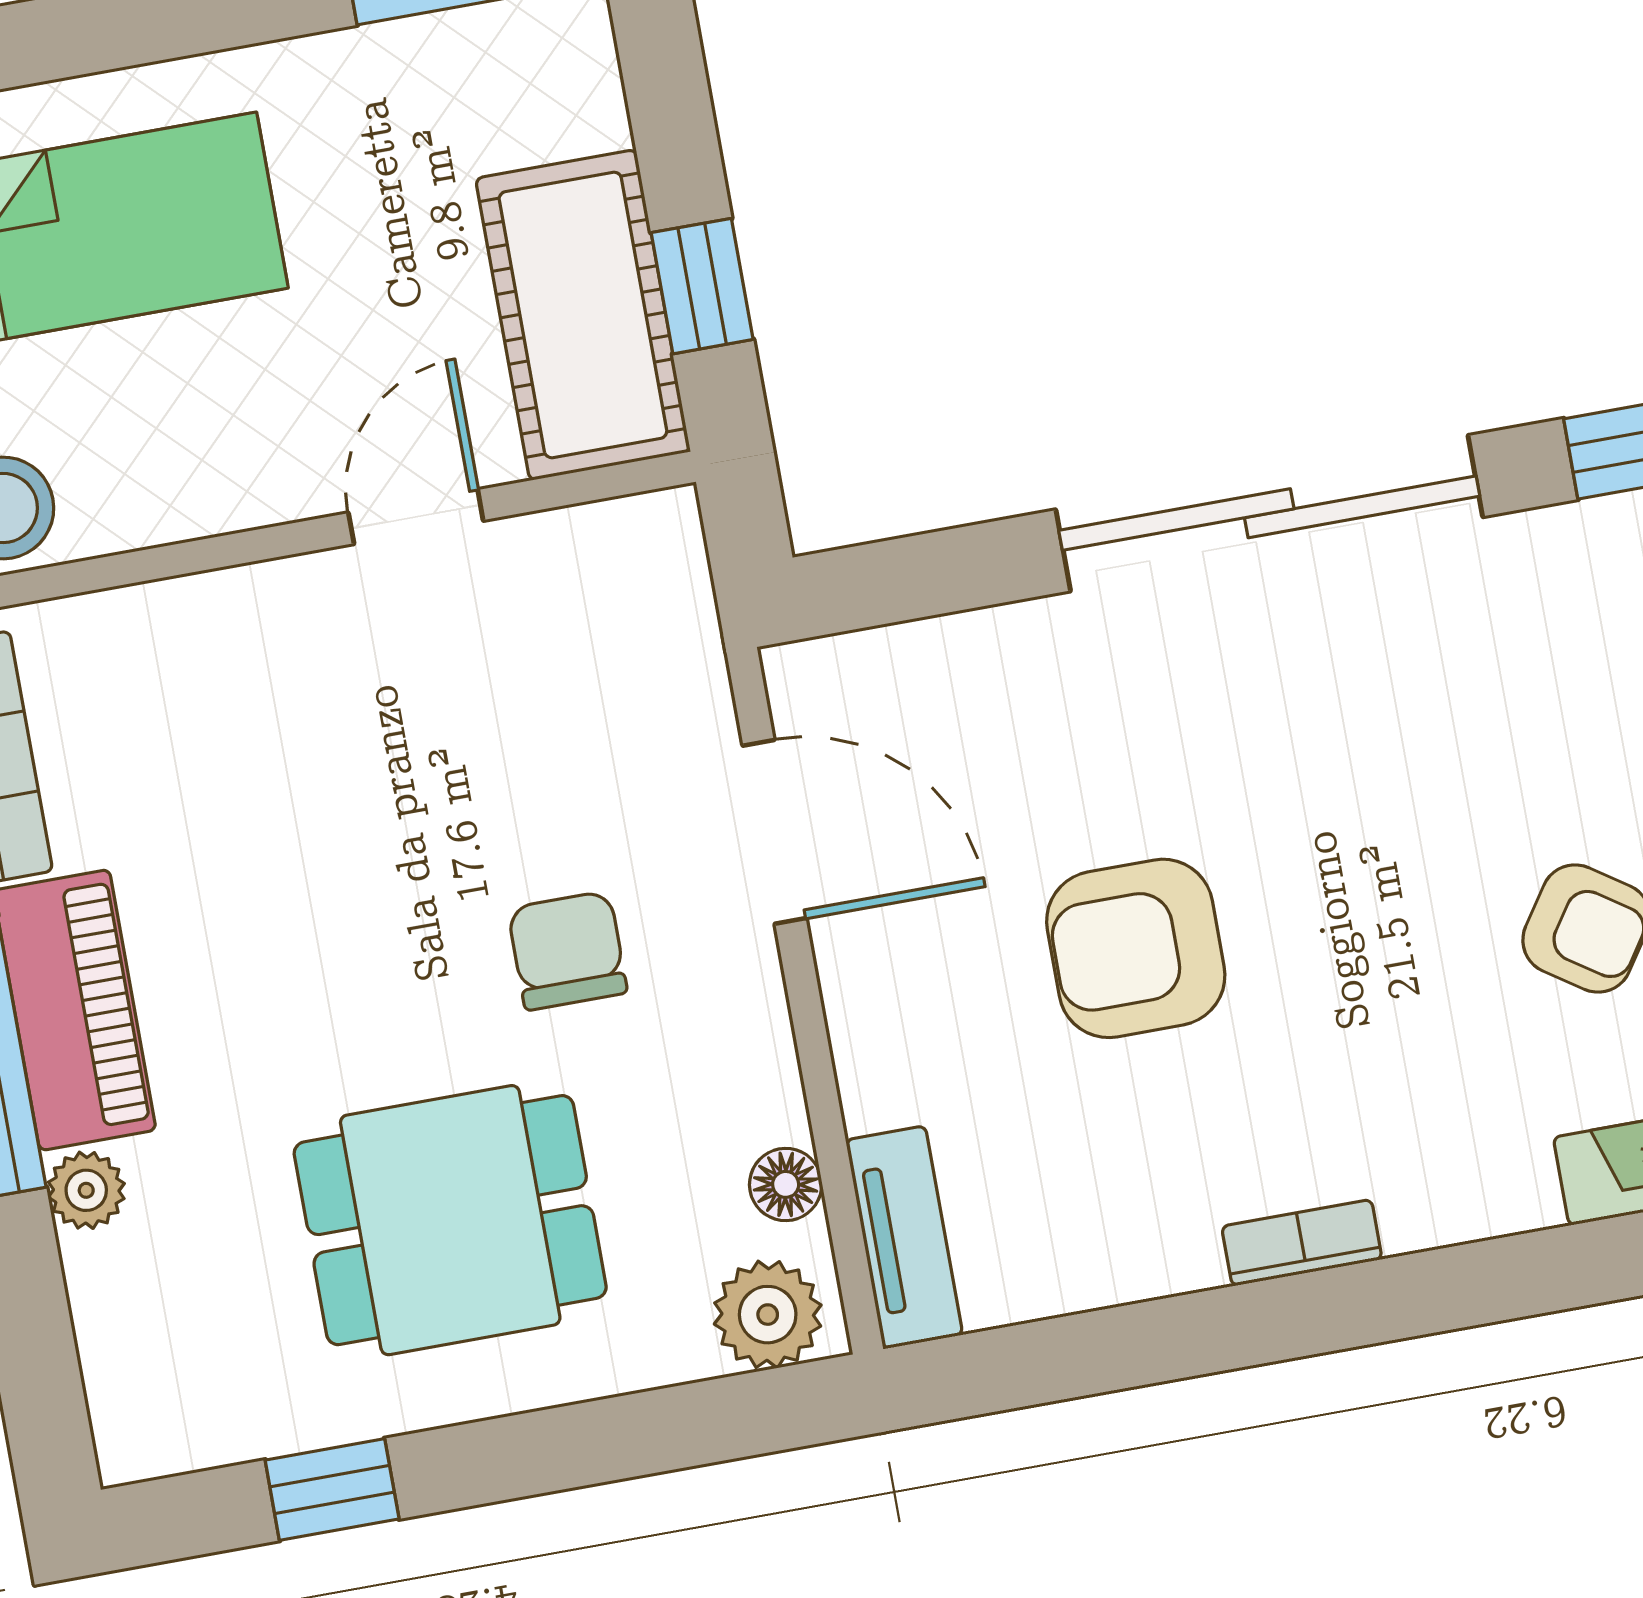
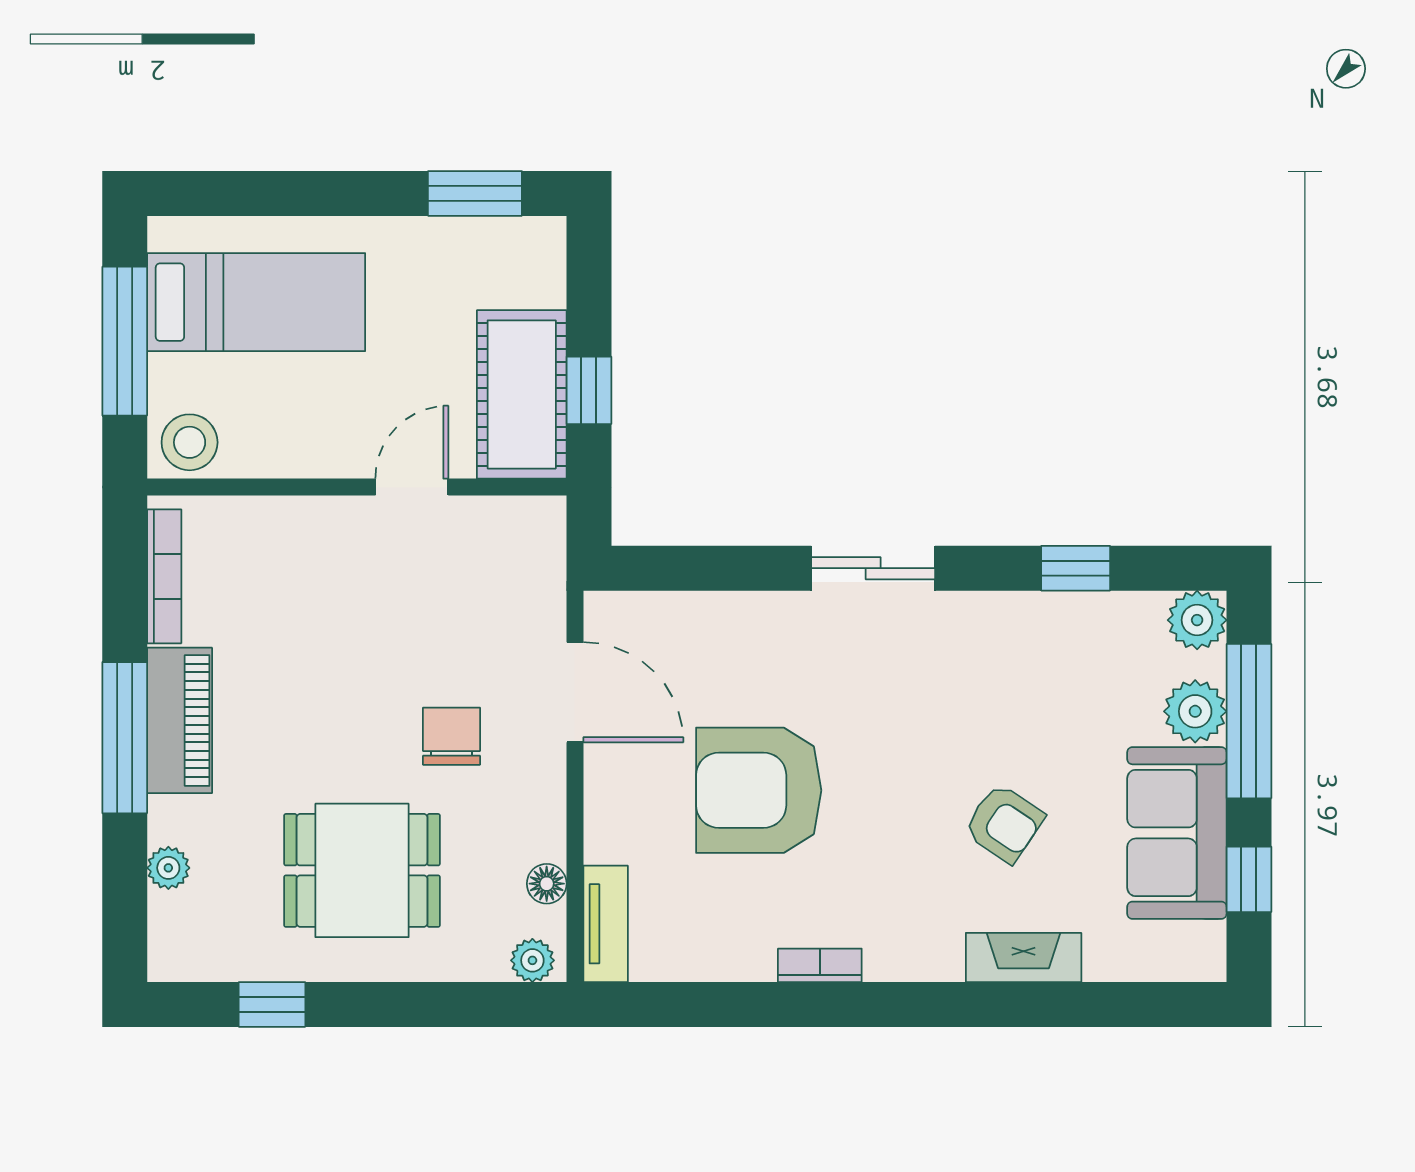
sliding door: (1269, 513) -> (873, 568), width x0.54
armchair: (1136, 948) -> (759, 790), width x1.36, depth x1.36
plant: (86, 1190) -> (168, 868), moved
plant: (768, 1315) -> (532, 960), width x0.73, depth x0.73

